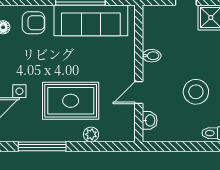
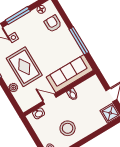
sofa: (91, 20) -> (70, 74), moved, turned 90
armchair: (33, 23) -> (53, 24), turned 180

